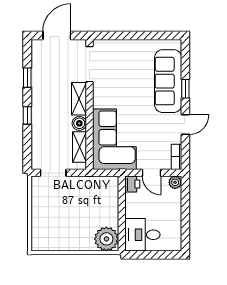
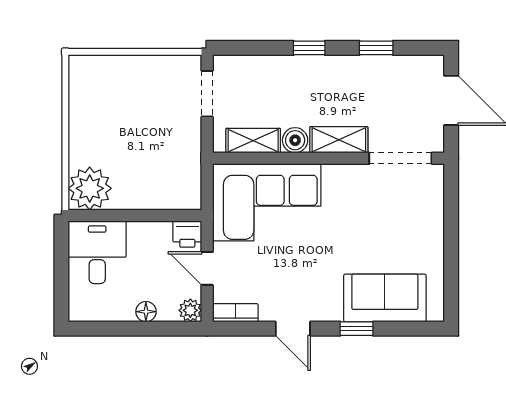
sofa: (168, 81) -> (385, 298), width x0.73
door: (152, 173) -> (207, 268), hinge flipped
floor lamp: (176, 207) -> (146, 312), added

